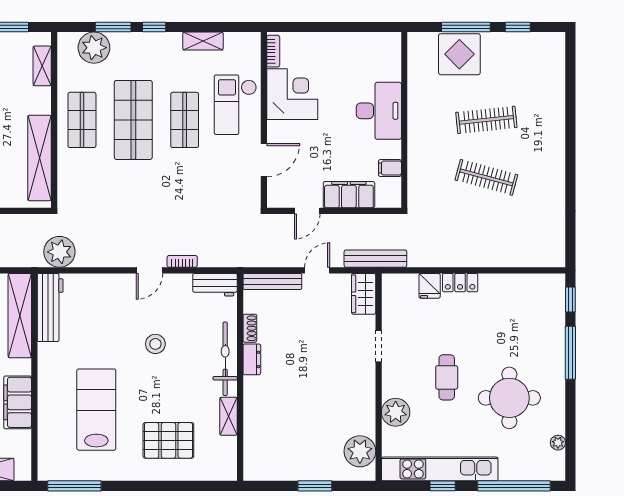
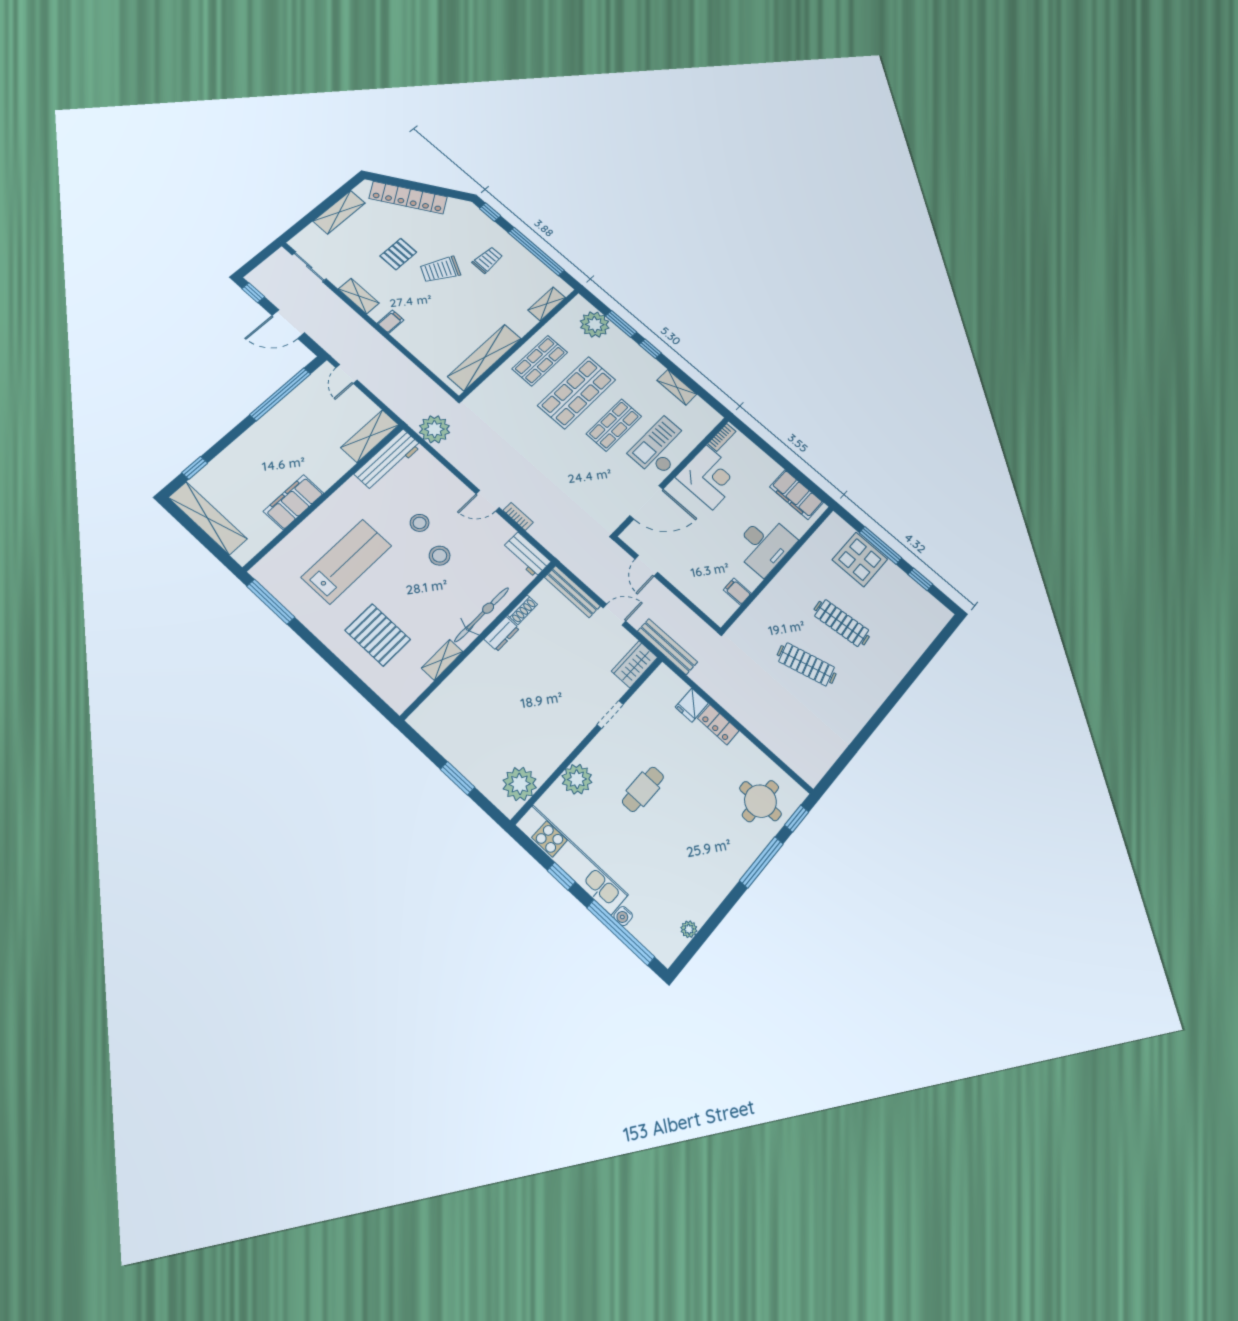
door: (264, 160) -> (647, 502), width x1.36
clothes rail: (486, 177) -> (807, 664), turned -30
filing cabinet: (349, 195) -> (796, 495), moved, turned 180
door: (307, 211) -> (646, 566), hinge flipped
shelving: (20, 316) -> (370, 436), width x0.68
stool: (118, 333) -> (420, 523), added
round table: (509, 398) -> (760, 801), moved, width x0.73, depth x0.73
water cooler: (507, 474) -> (623, 916), added

